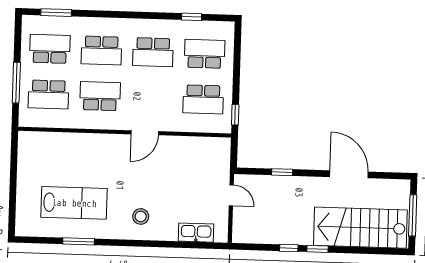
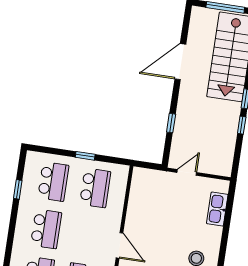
school desk: (205, 54) -> (53, 182), turned 180
window: (235, 115) -> (85, 156), moved

